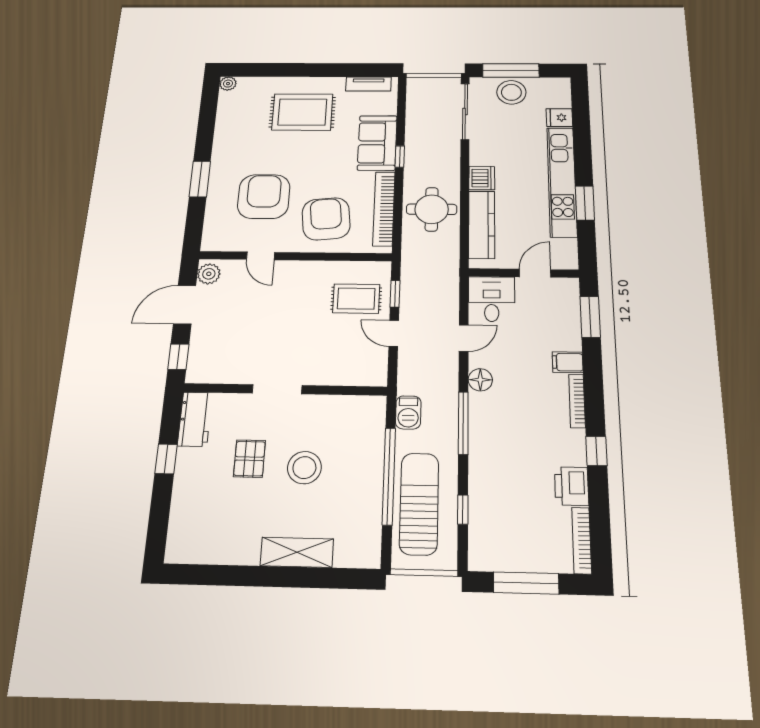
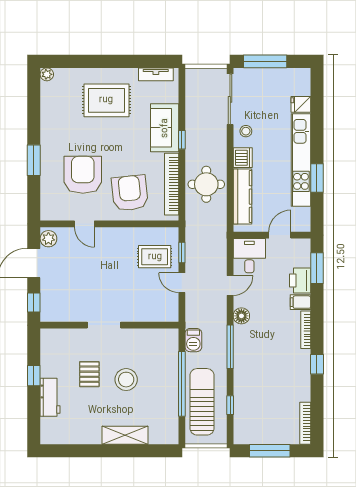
stool: (511, 92) -> (246, 131), moved, width x0.53, depth x0.53
workbench: (195, 419) -> (50, 397), moved
printer: (572, 486) -> (300, 281), moved

